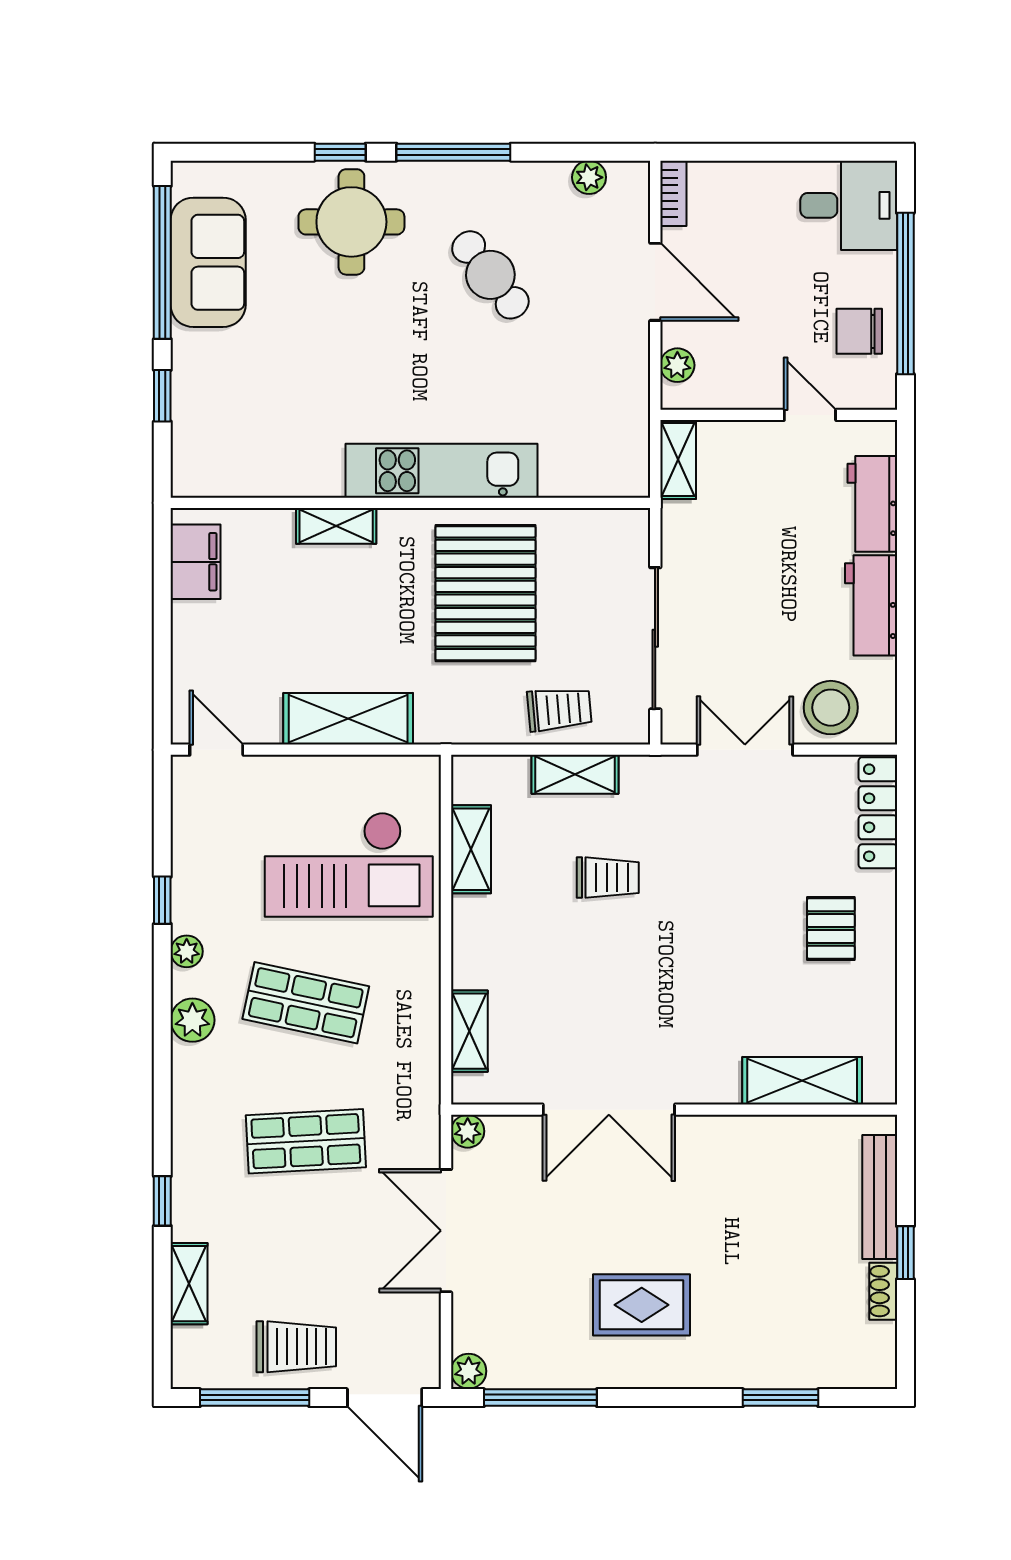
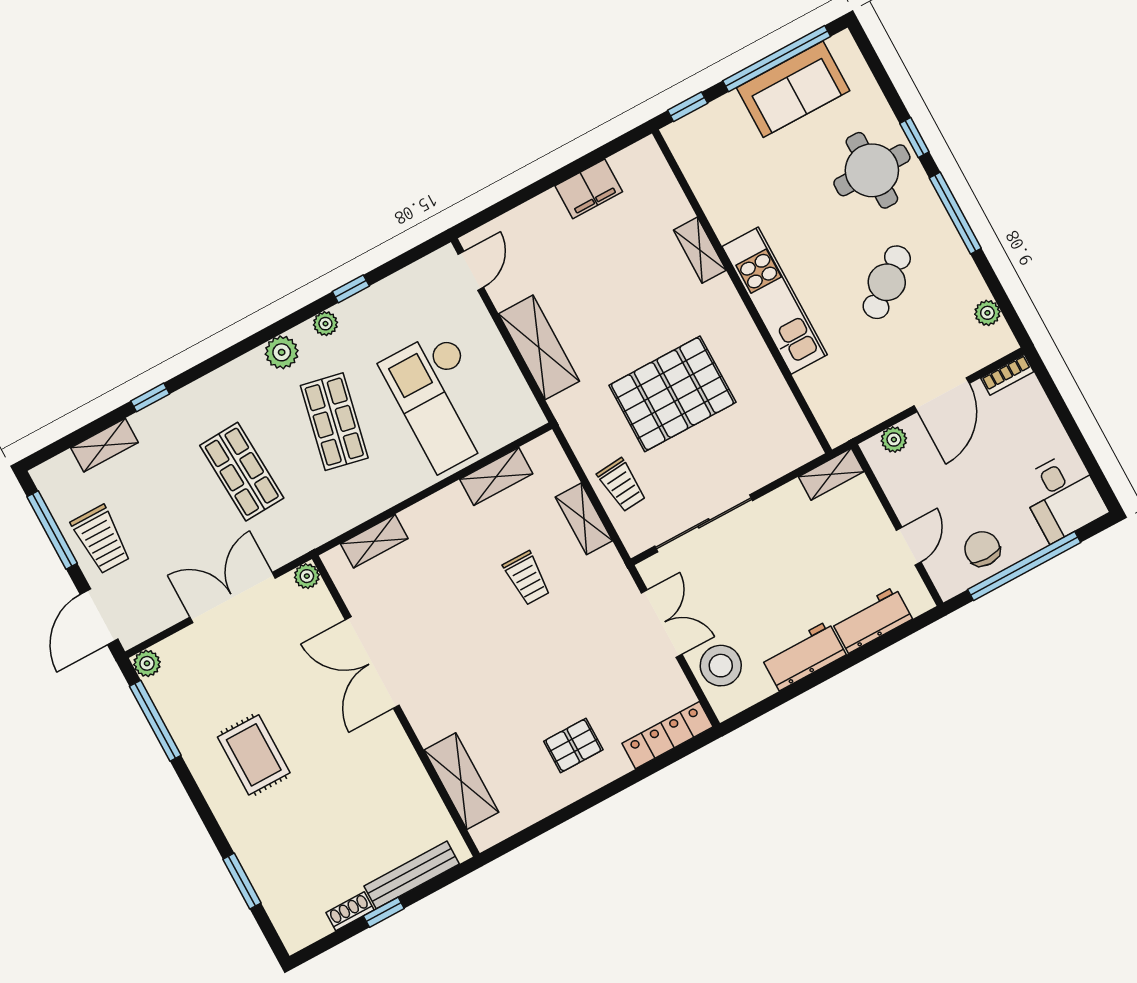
kitchen unit: (441, 471) -> (775, 301), moved
wall: (410, 503) -> (742, 291), moved
shelving: (336, 526) -> (700, 250), moved

